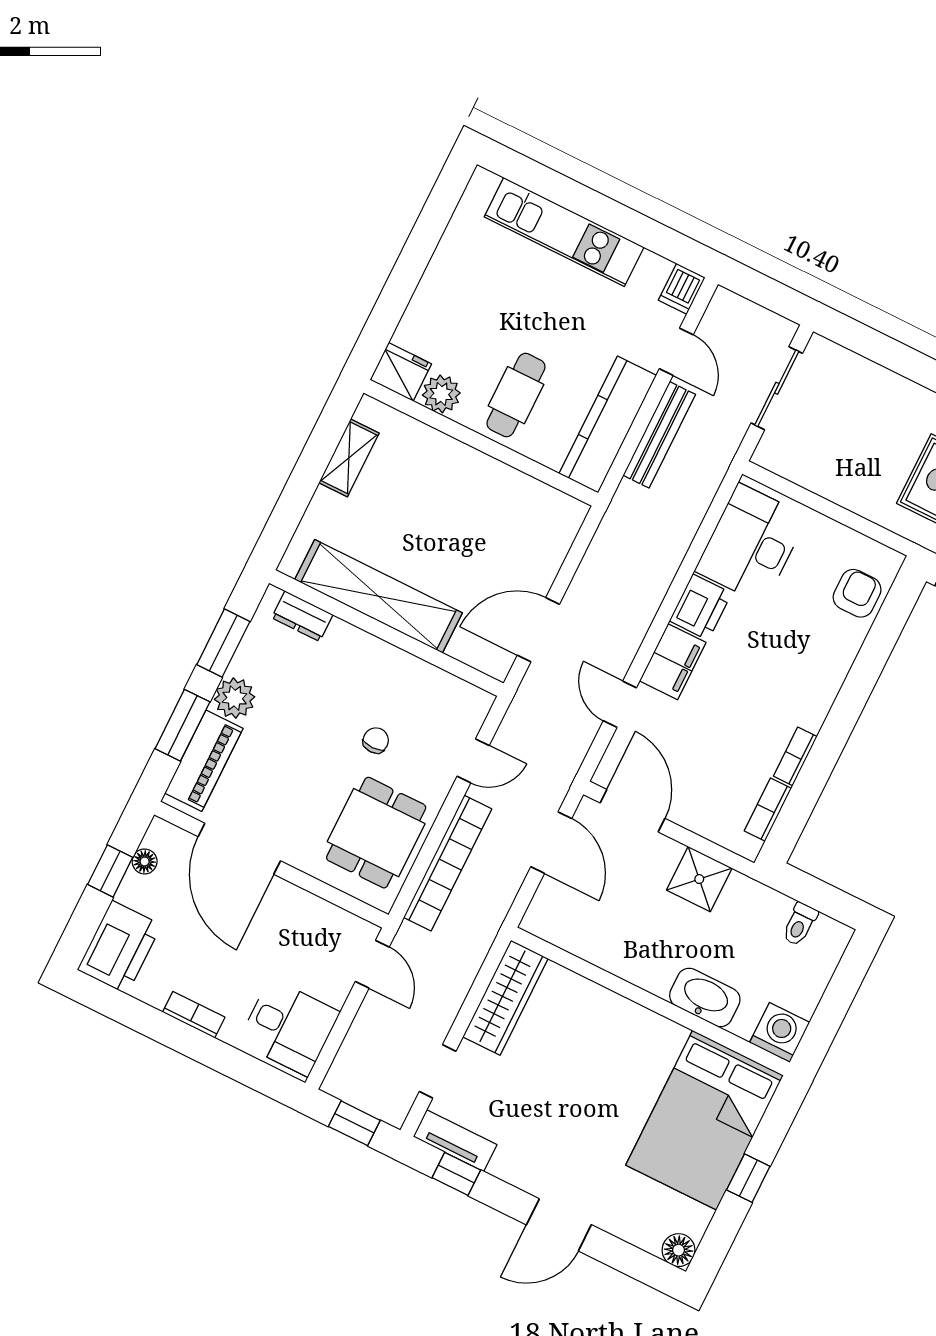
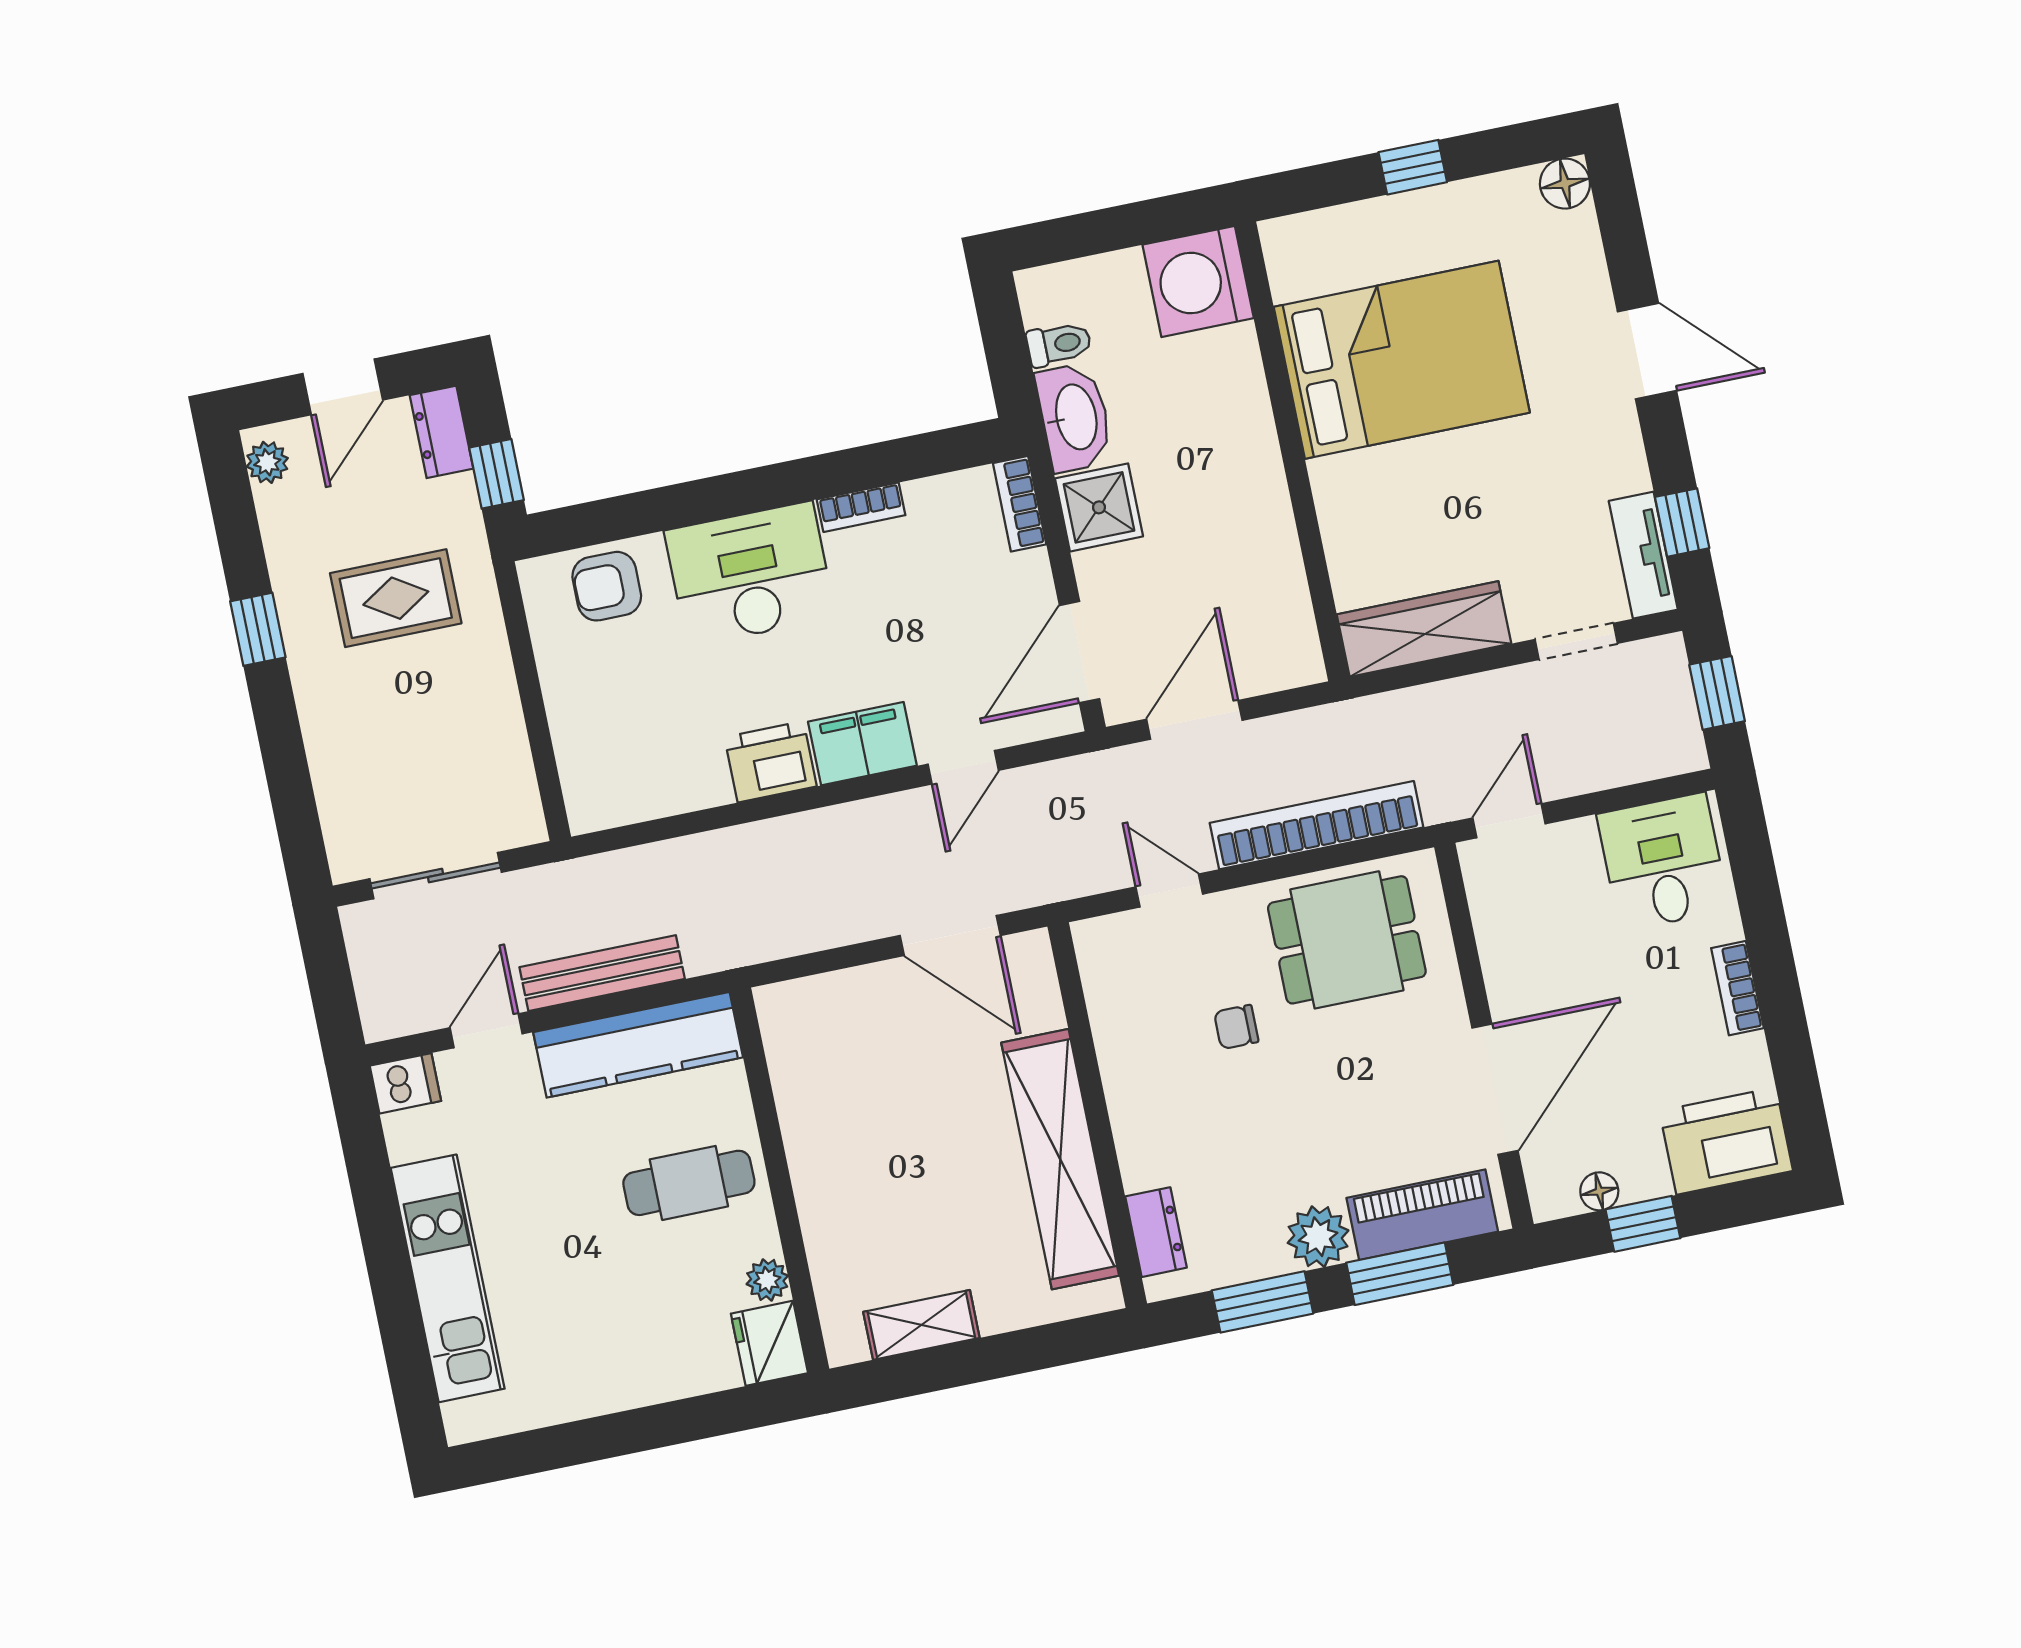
plant: (441, 394) -> (767, 1280), width x0.73, depth x0.73
desk: (751, 544) -> (750, 574), moved, turned 180
bookcase: (768, 810) -> (1020, 504), moved, turned 90
washbasin: (705, 998) -> (1074, 417), moved, turned 180
washing machine: (780, 1033) -> (1198, 281), width x1.37, depth x1.37
bed: (705, 1120) -> (1402, 360), moved

